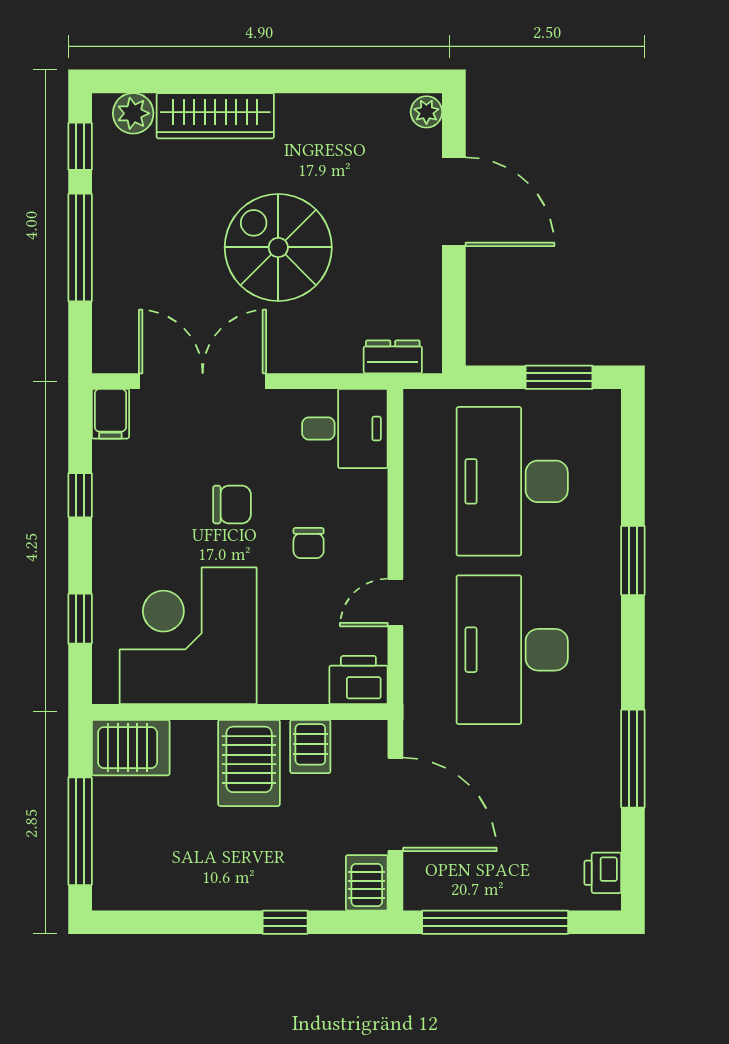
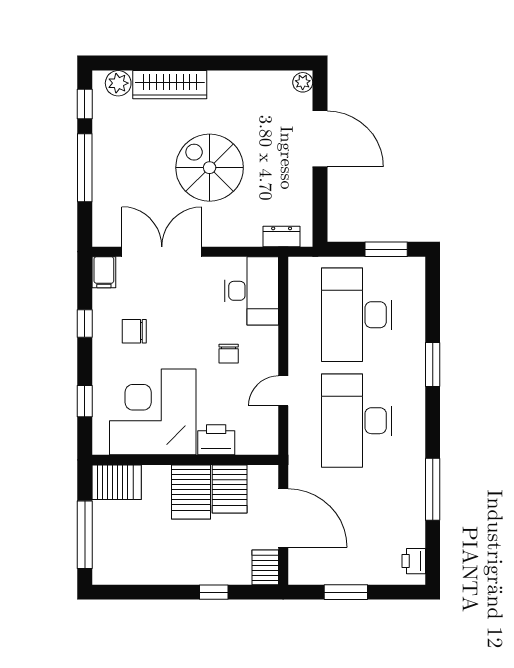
desk: (345, 429) -> (251, 291), width x1.37
chair: (232, 505) -> (134, 331), moved, turned 180
printer: (358, 680) -> (216, 440), moved
server rack: (310, 746) -> (230, 489), width x1.36, depth x1.44
window: (495, 922) -> (346, 592), width x0.47

